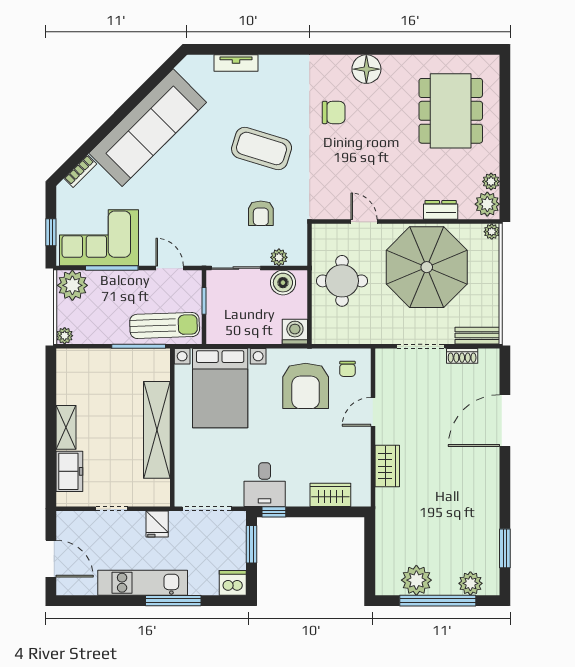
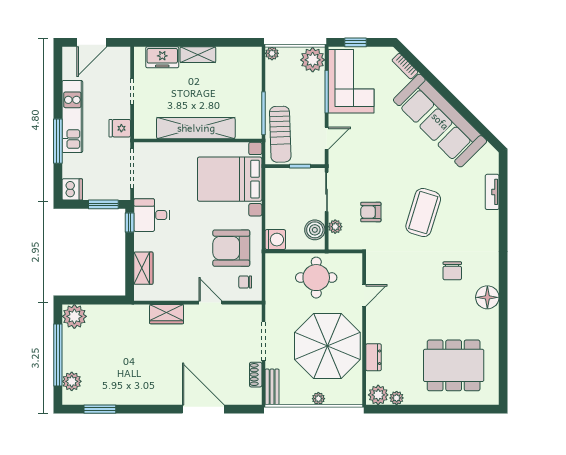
plant: (492, 232) -> (318, 399), moved
plant: (416, 580) -> (74, 316), moved

